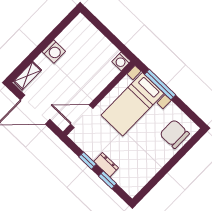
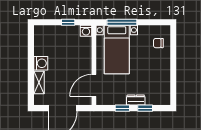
window: (113, 39) -> (68, 22), added
shelving: (27, 76) -> (39, 82), moved
chair: (174, 134) -> (158, 43), width x0.54, depth x0.54

